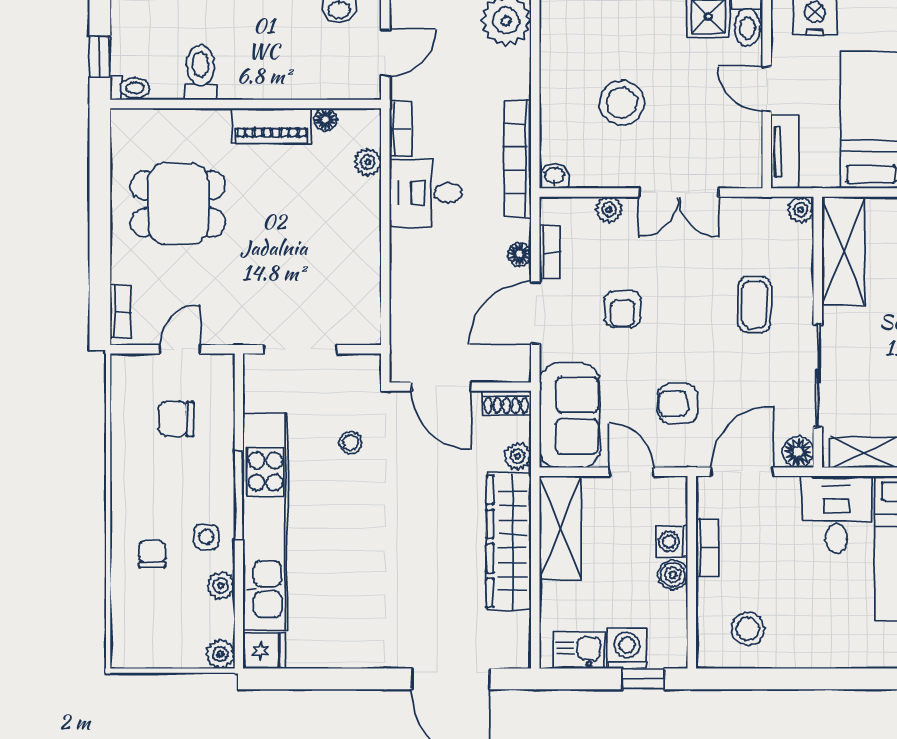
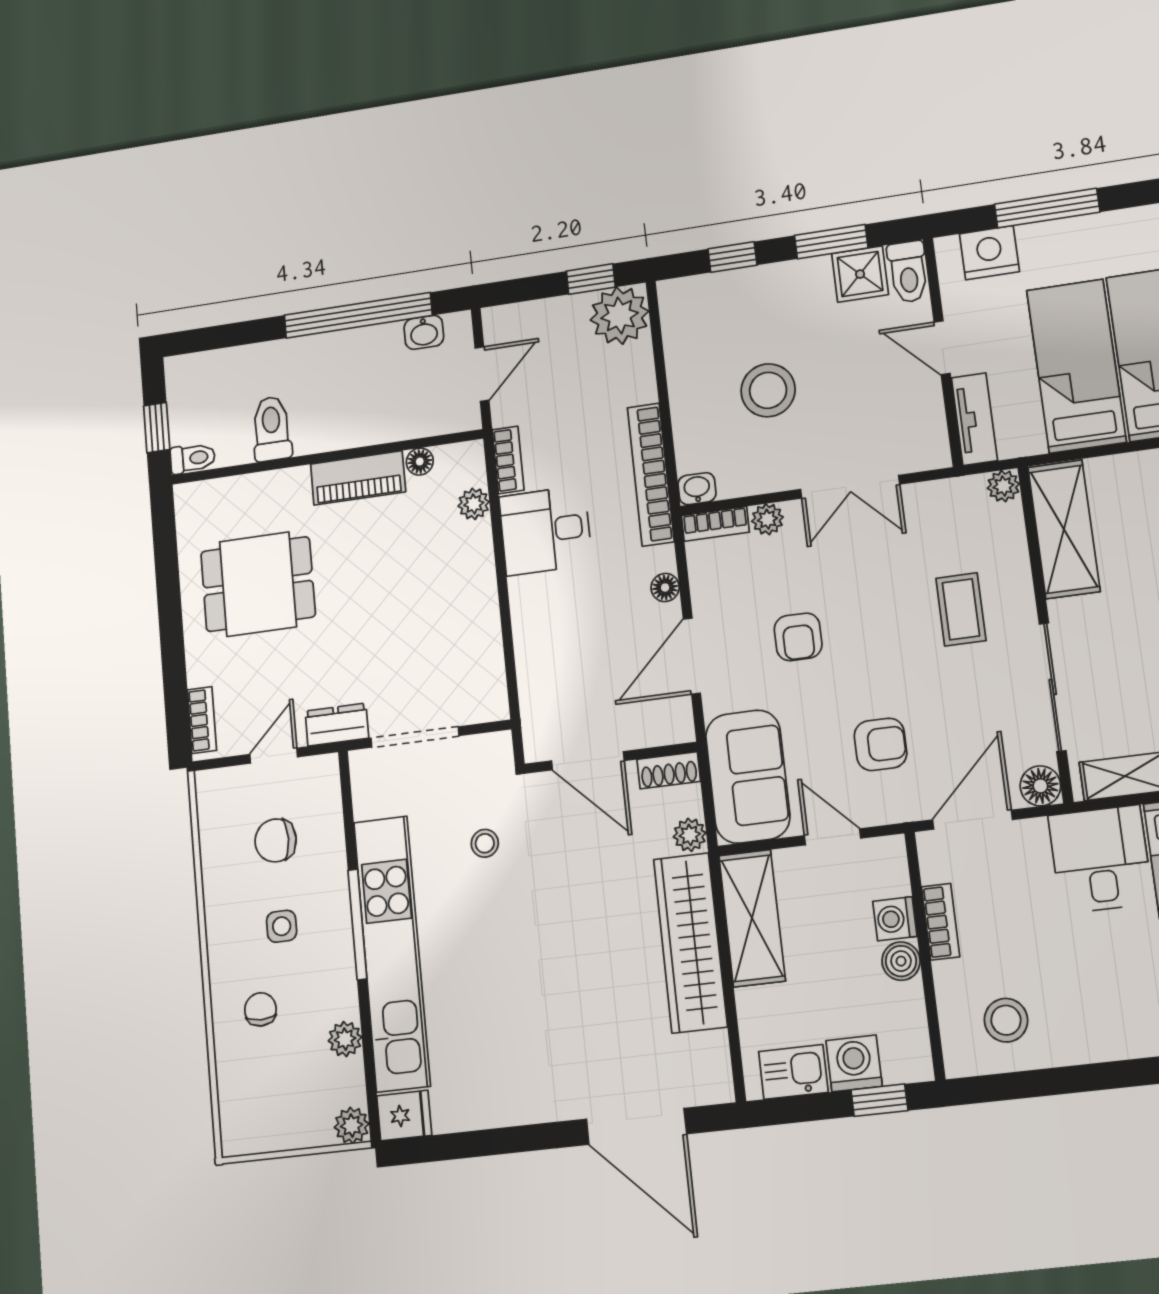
bookcase: (550, 252) -> (715, 524), moved, turned 90
dresser: (236, 330) -> (337, 725), added
armchair: (678, 404) -> (880, 744), turned 180
side table: (206, 537) -> (282, 926), moved

